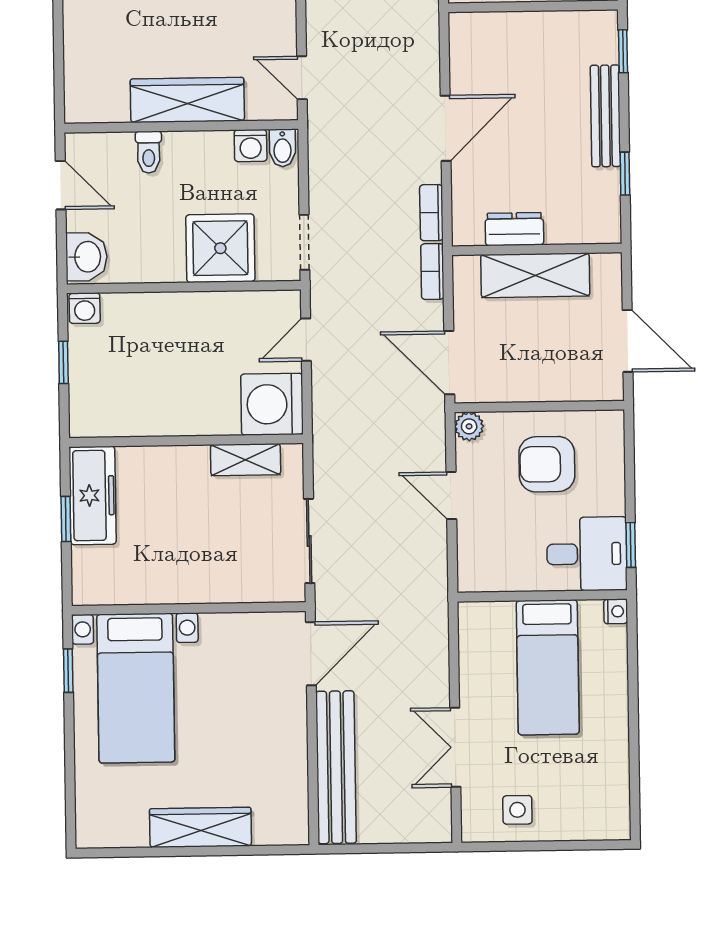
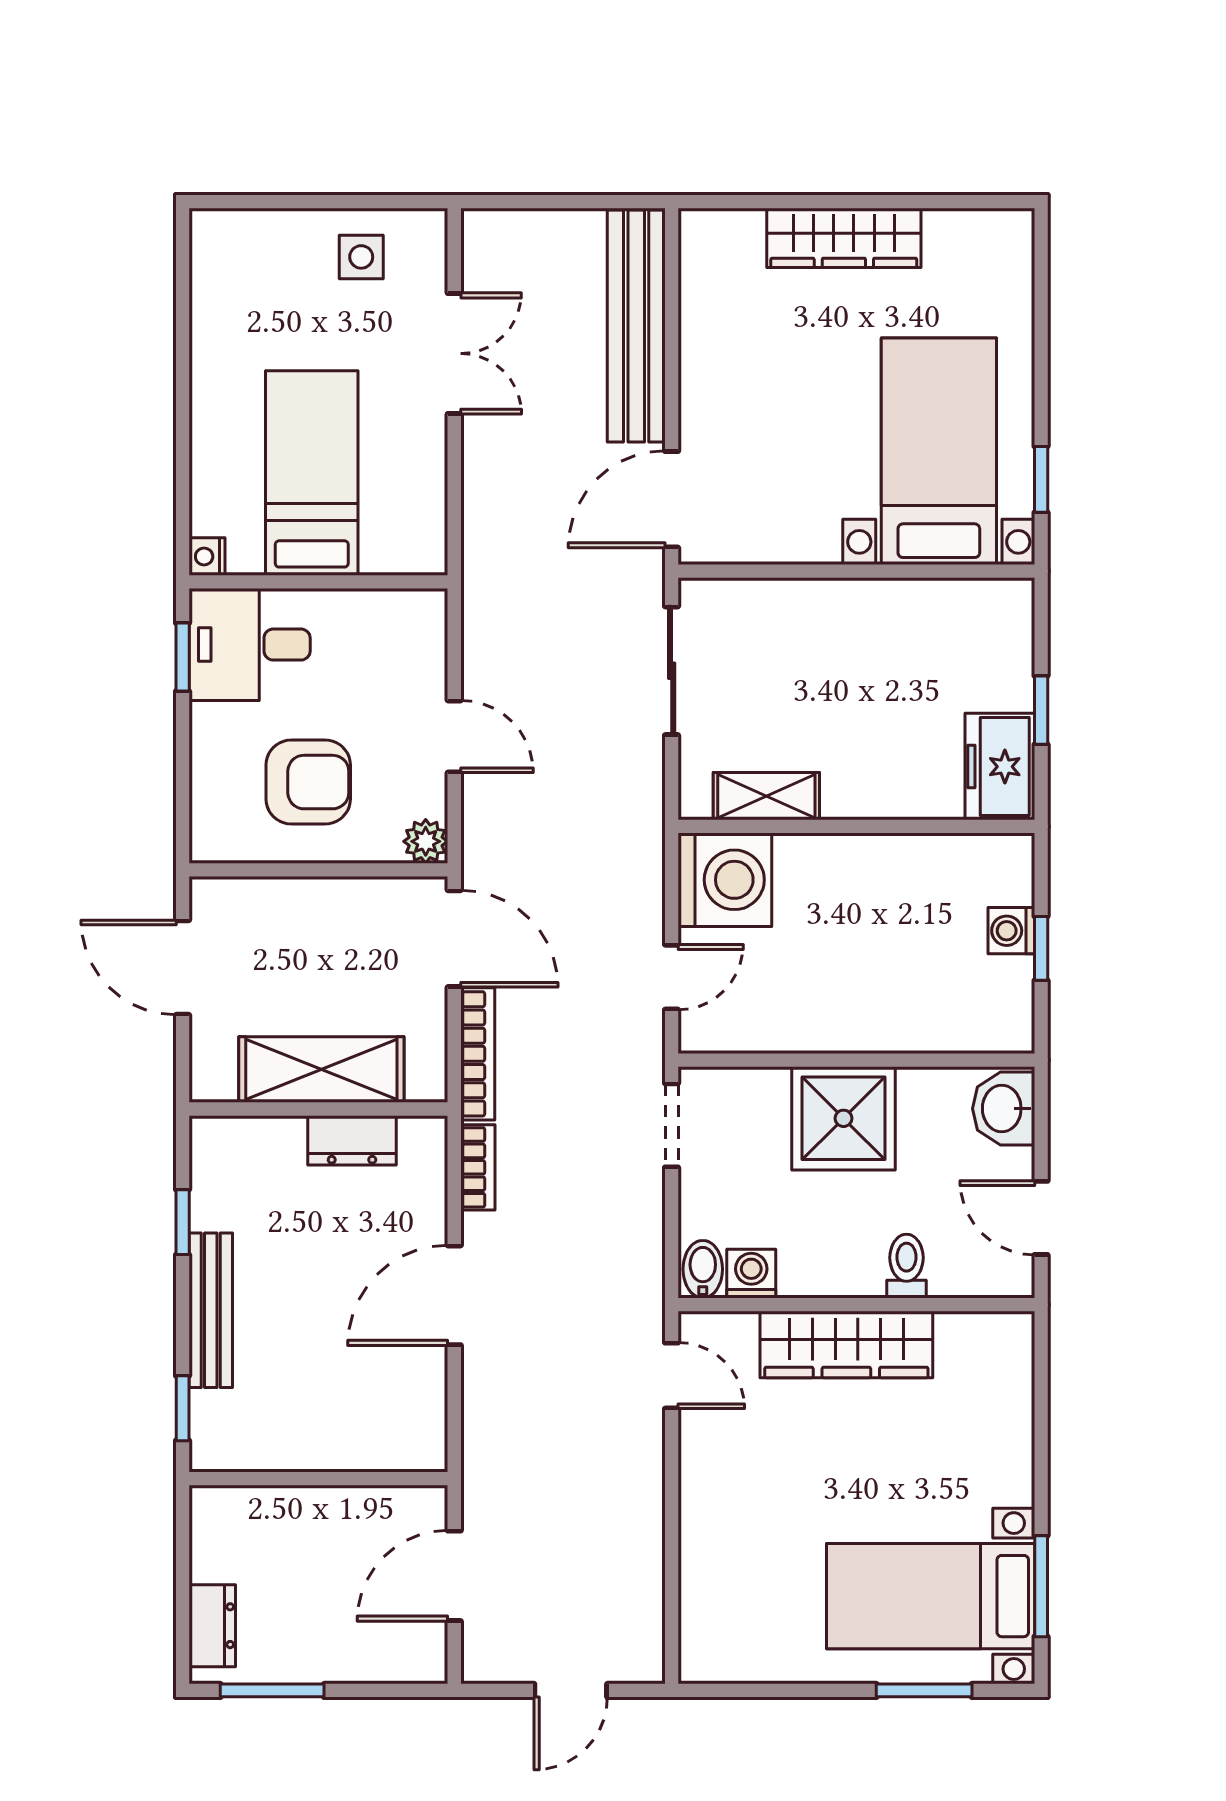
shower: (220, 248) -> (844, 1118), moved
bookcase: (432, 272) -> (478, 1054), width x1.56
washing machine: (85, 308) -> (1011, 931), moved, turned -90
freezer: (93, 495) -> (1000, 767), width x0.71

